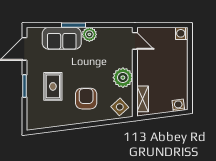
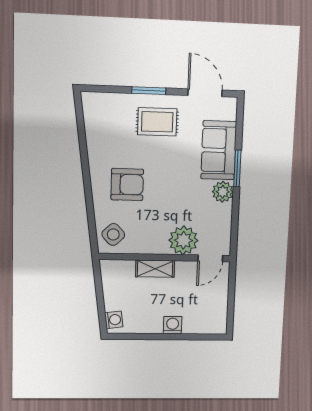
washing machine: (182, 33) -> (173, 325), moved
plant: (123, 78) -> (183, 240), moved
rug: (53, 86) -> (157, 122), moved
shelving: (143, 99) -> (155, 269), moved

